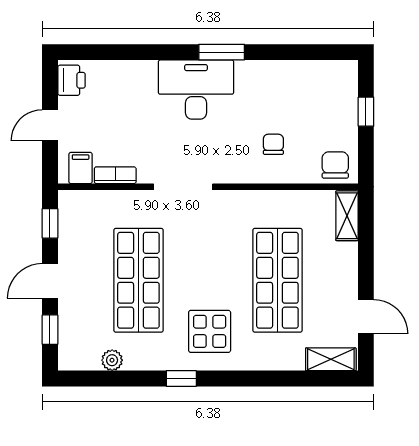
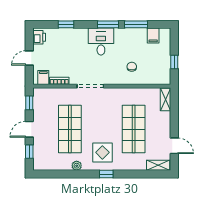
window: (130, 52) -> (66, 24), added
window: (283, 52) -> (136, 24), added
filing cabinet: (320, 76) -> (153, 36), added
desk: (196, 90) -> (101, 42), width x0.73
window: (366, 112) -> (174, 62), moved
chair: (335, 165) -> (160, 76), removed
plant: (112, 360) -> (77, 166), moved
window: (181, 378) -> (106, 174), moved

